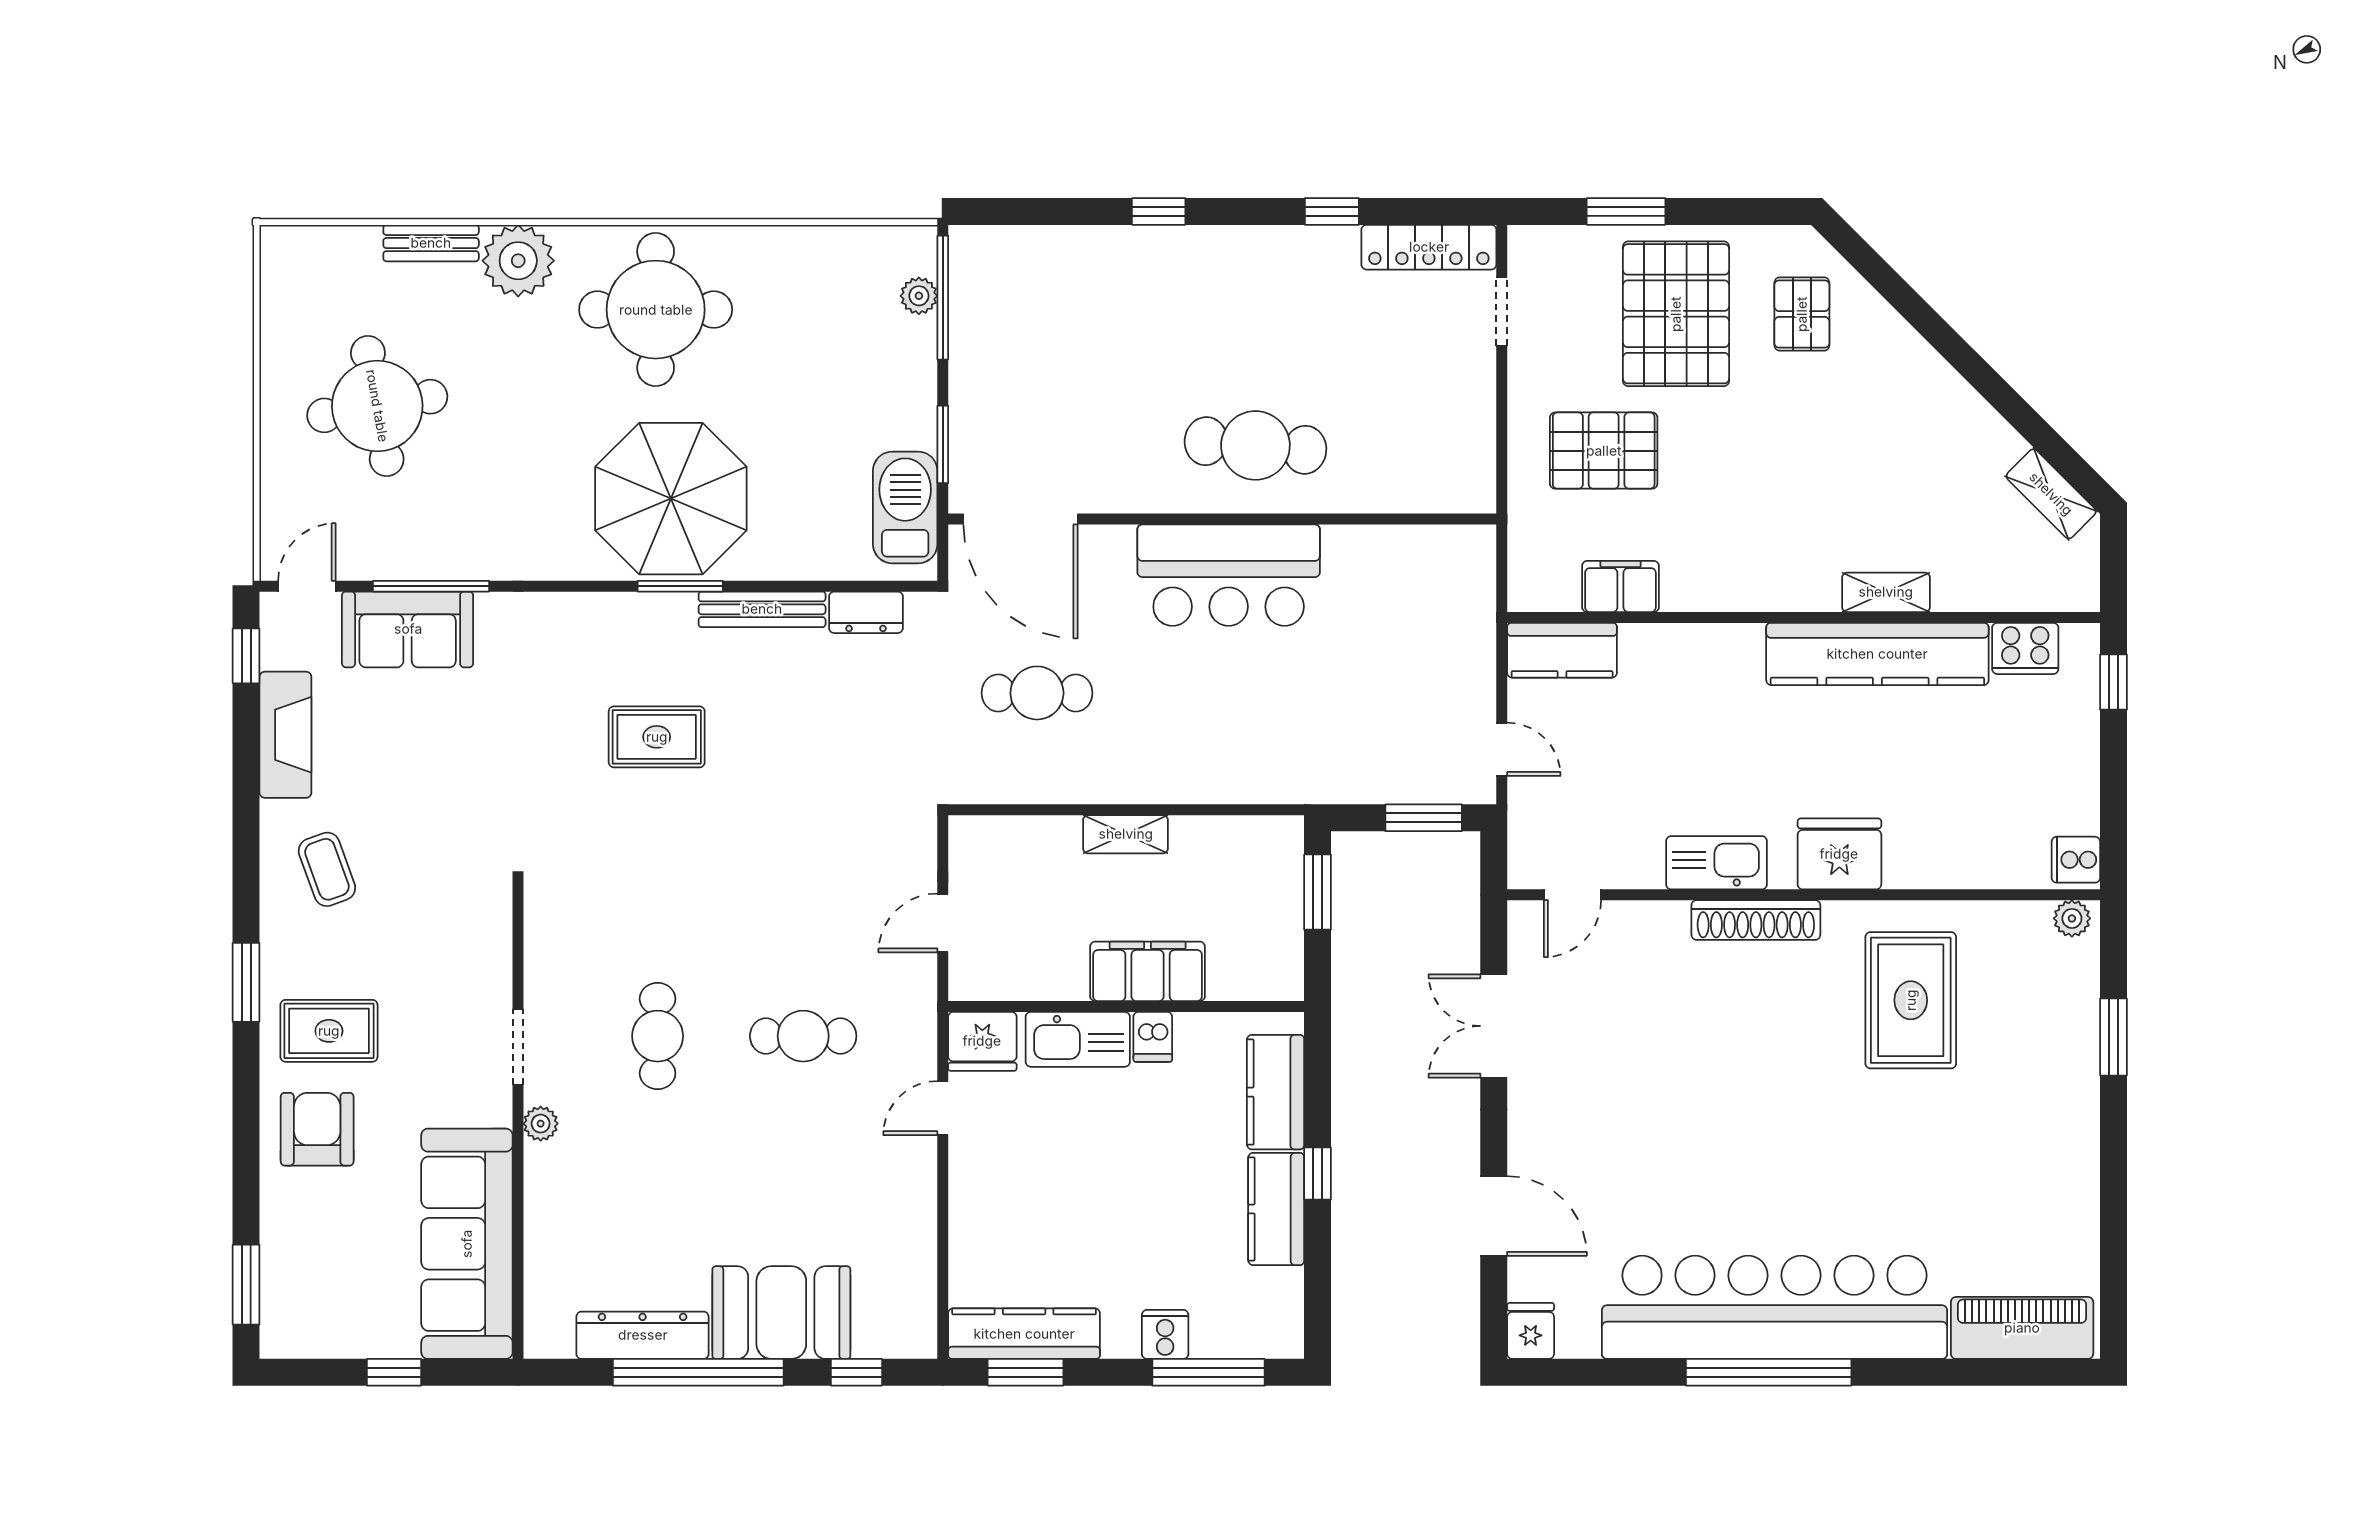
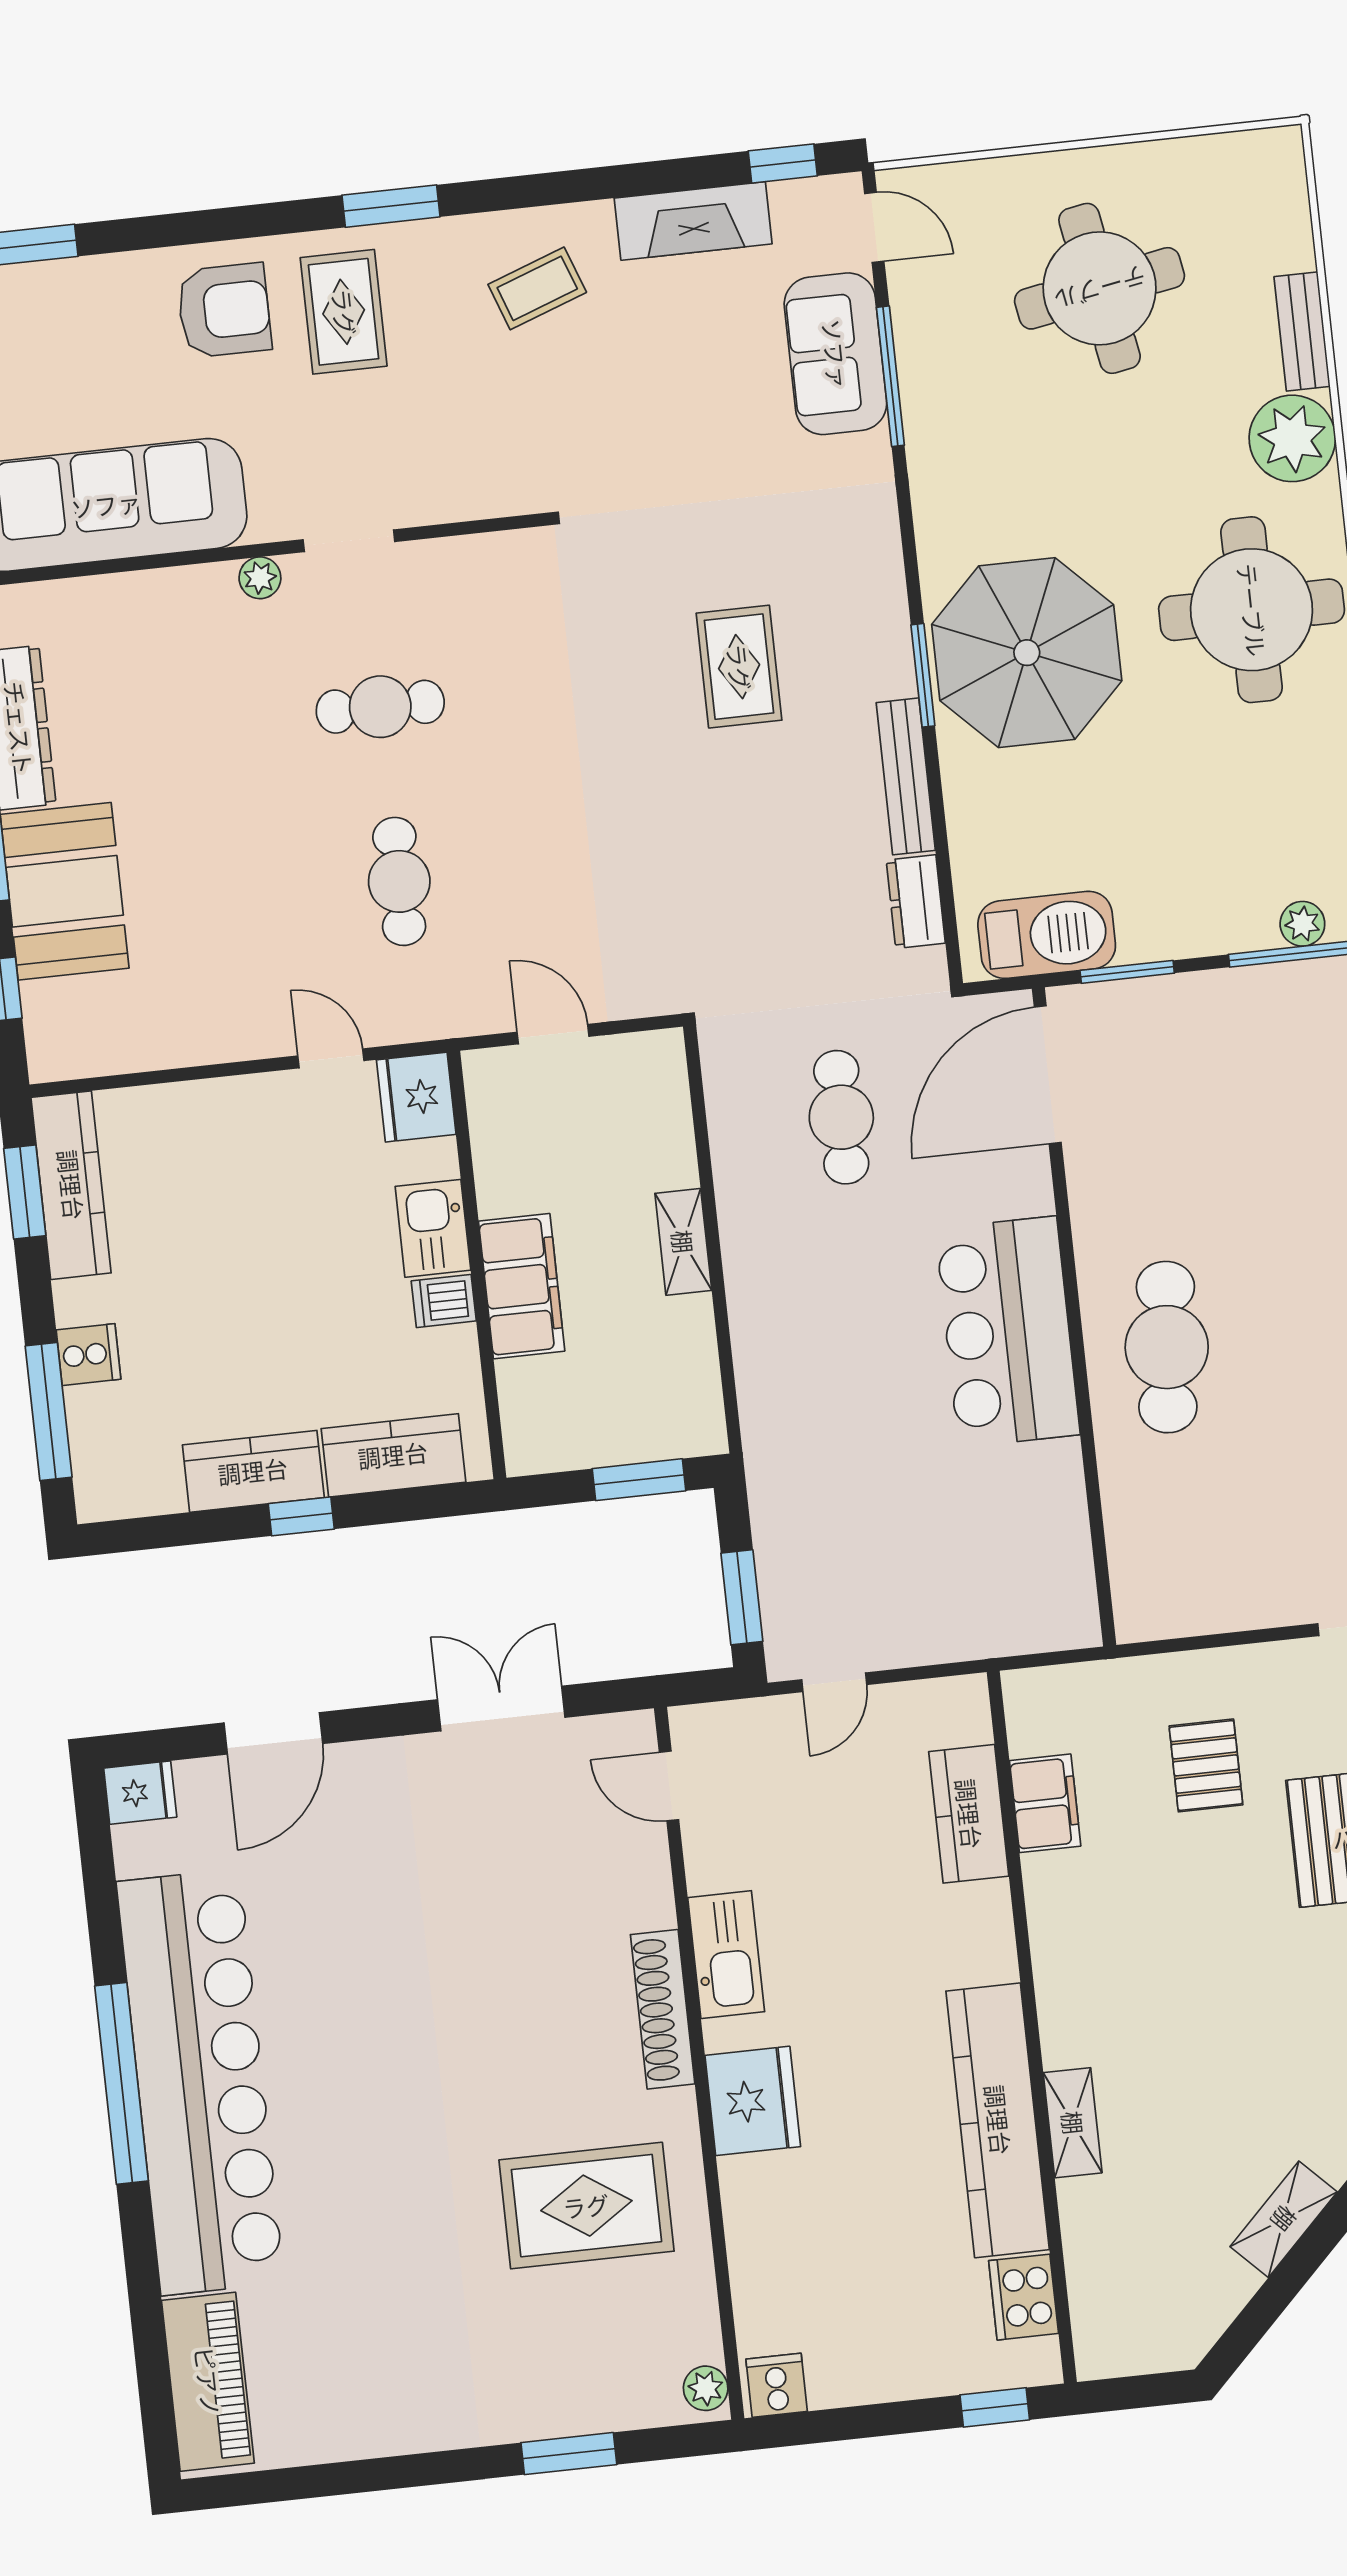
pallet: (1604, 451) -> (1206, 1765), width x0.67, depth x0.71
shelving: (2051, 494) -> (1284, 2219), moved
kitchen counter: (1562, 650) -> (969, 1814), moved
kitchen sink: (1078, 1039) -> (433, 1228), width x0.73

